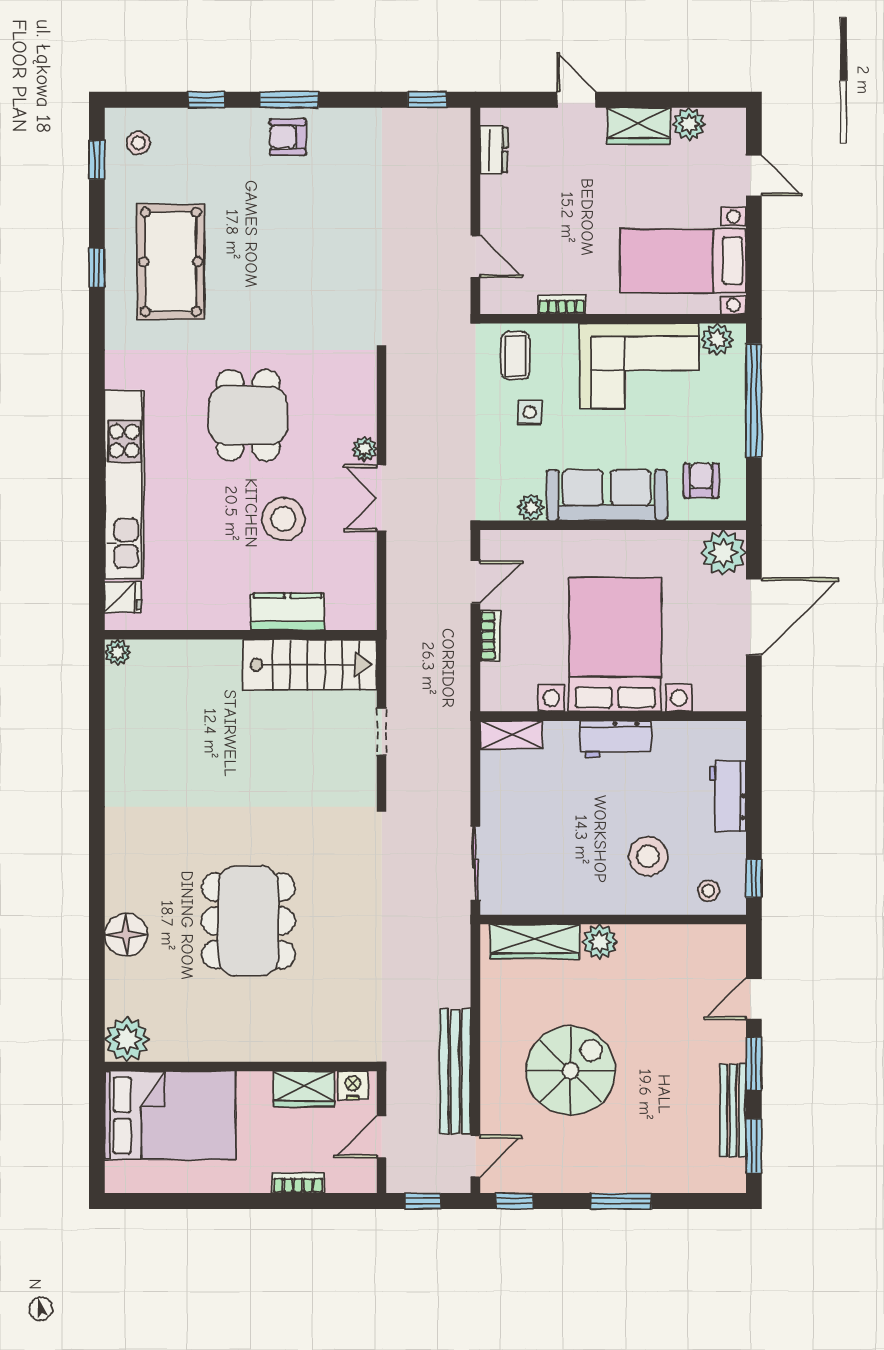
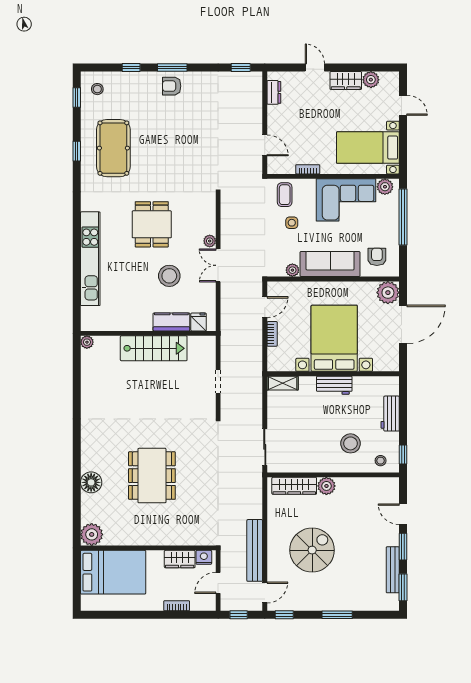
fridge: (123, 597) -> (199, 322), moved, turned -90
stairs: (310, 665) -> (154, 348), moved
door: (754, 999) -> (403, 514), hinge flipped

